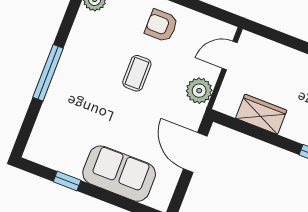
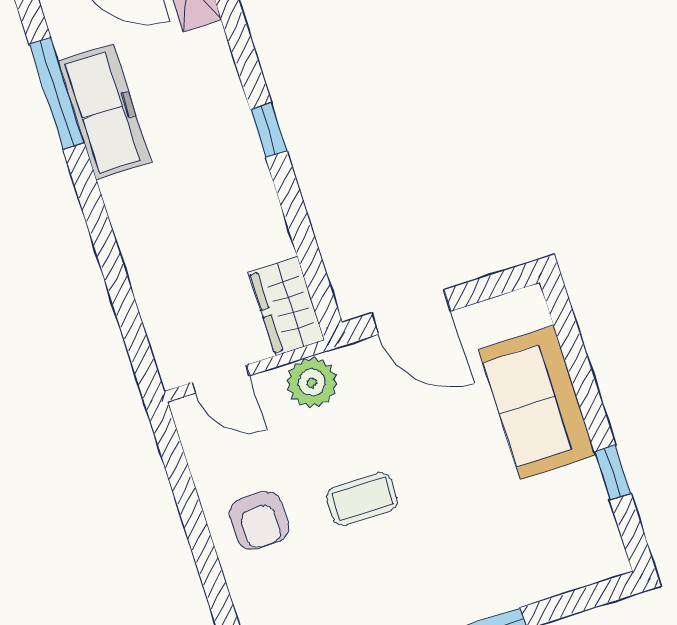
wardrobe: (261, 114) -> (287, 306), moved
door: (195, 152) -> (411, 312), hinge flipped

